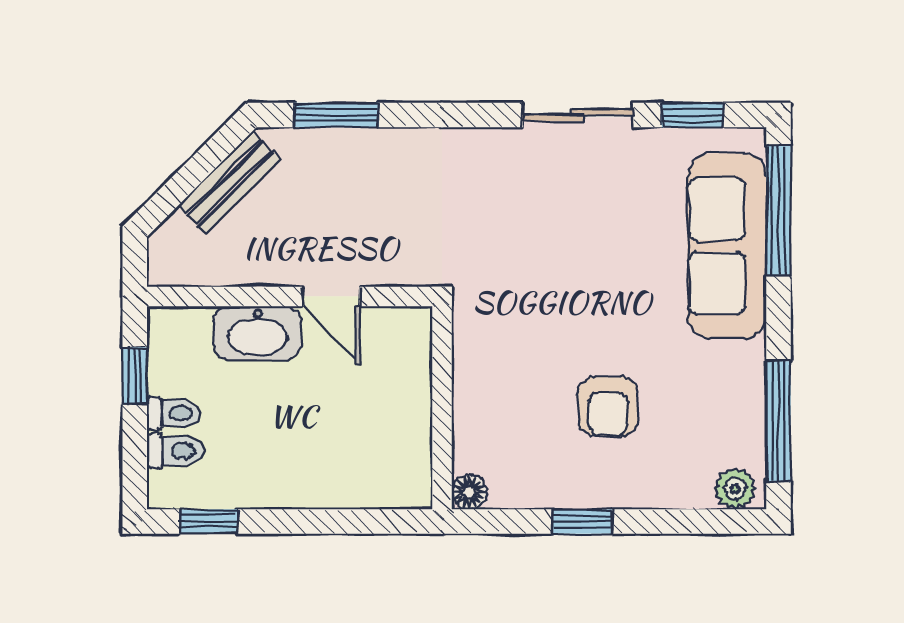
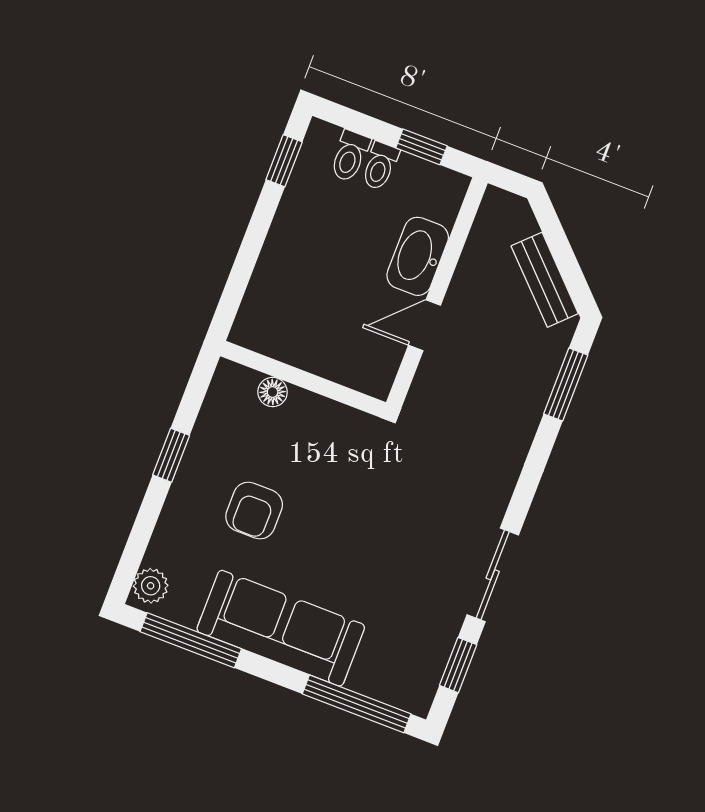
sofa: (727, 246) -> (281, 628), moved
armchair: (608, 406) -> (254, 511), turned -90
floor lamp: (469, 492) -> (273, 392), moved

